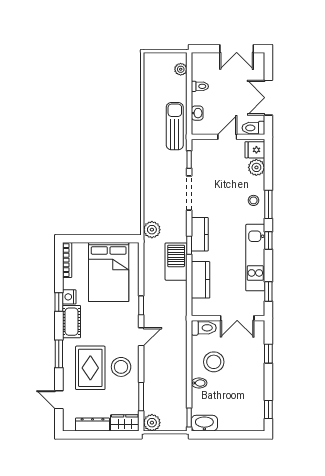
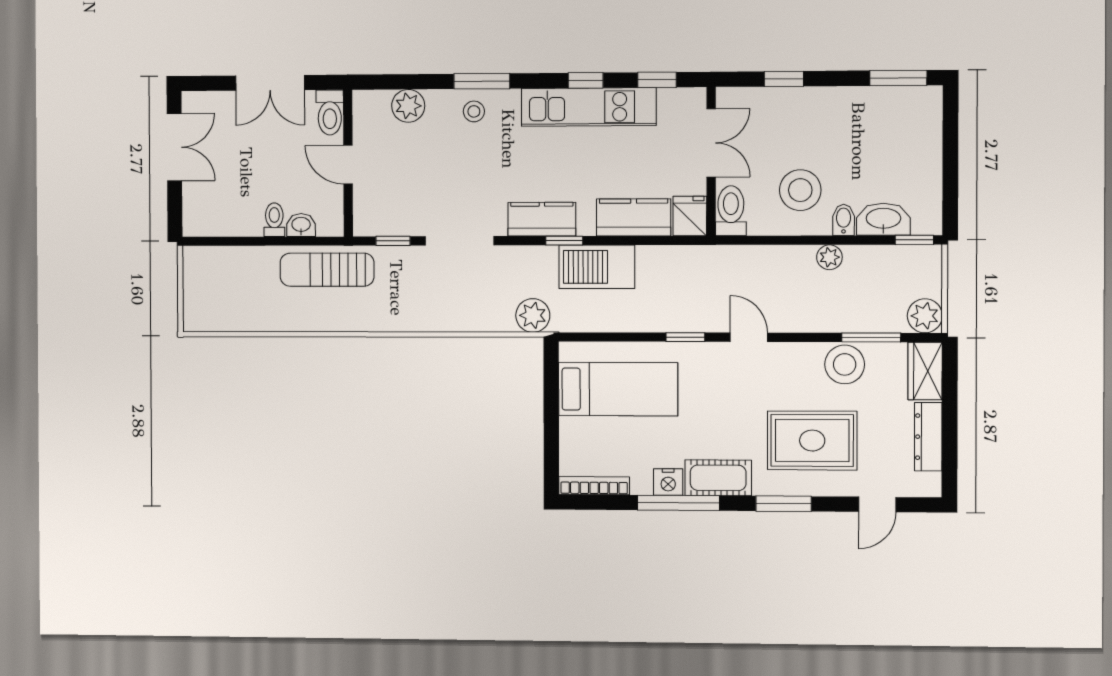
plant: (181, 69) -> (829, 257), moved
toilet: (200, 86) -> (274, 220), moved
fridge: (255, 150) -> (690, 216), moved, turned 180
window: (268, 240) -> (586, 80), moved
bed: (109, 272) -> (618, 389), width x0.67
window: (59, 302) -> (678, 503), width x2.17
stool: (121, 367) -> (845, 364), moved
window: (268, 409) -> (898, 78), width x1.50
washbasin: (204, 423) -> (883, 219), moved, turned 90

